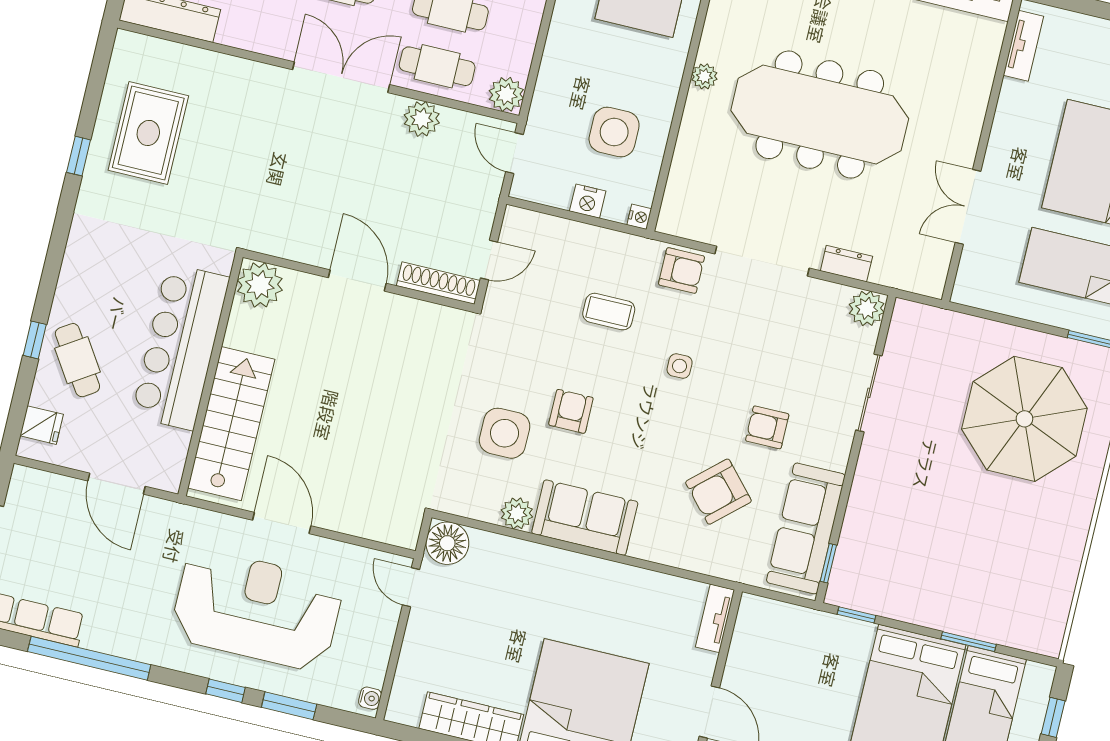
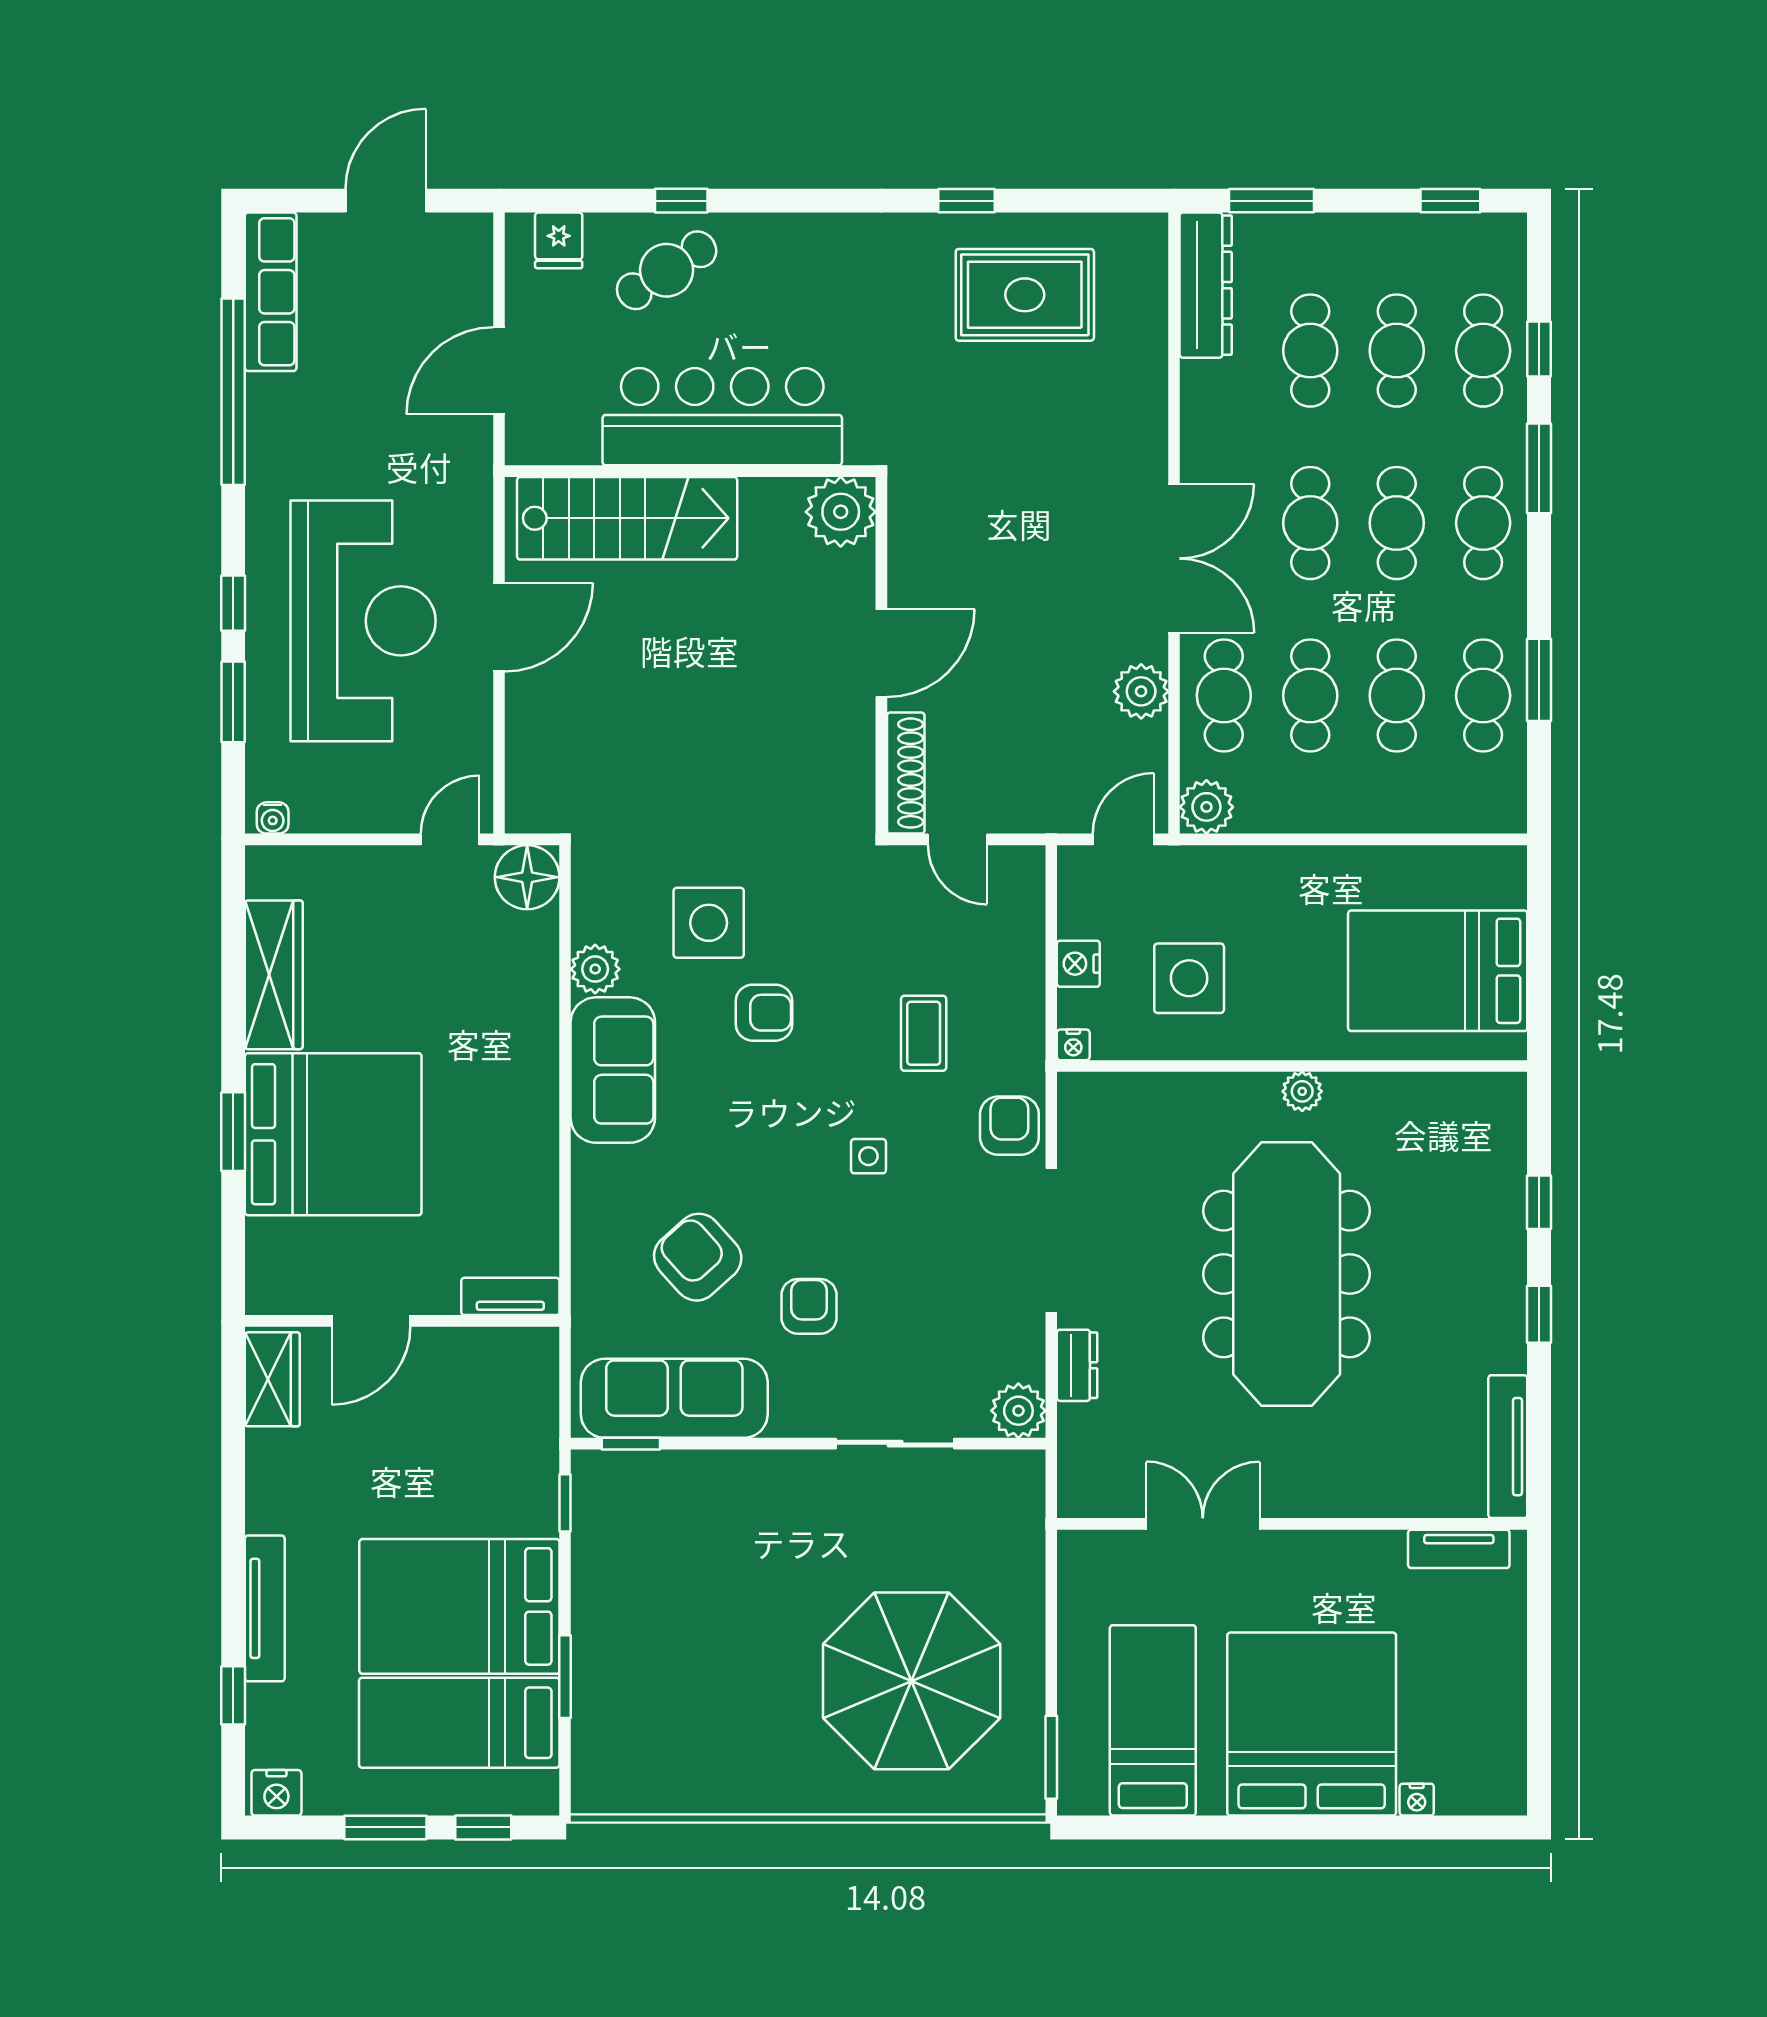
armchair: (682, 270) -> (1009, 1126), turned 180

